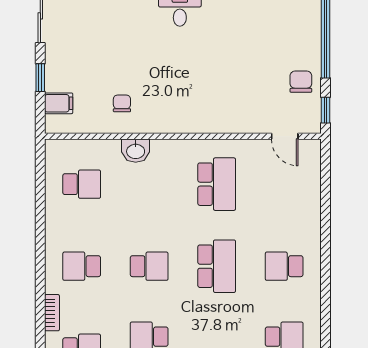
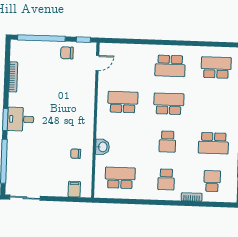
window: (40, 78) -> (60, 199), removed
school desk: (82, 184) -> (120, 178), width x1.85
school desk: (149, 266) -> (167, 142), turned 180
school desk: (284, 266) -> (170, 66), width x1.85

